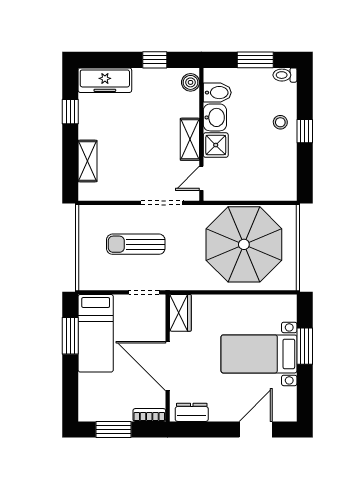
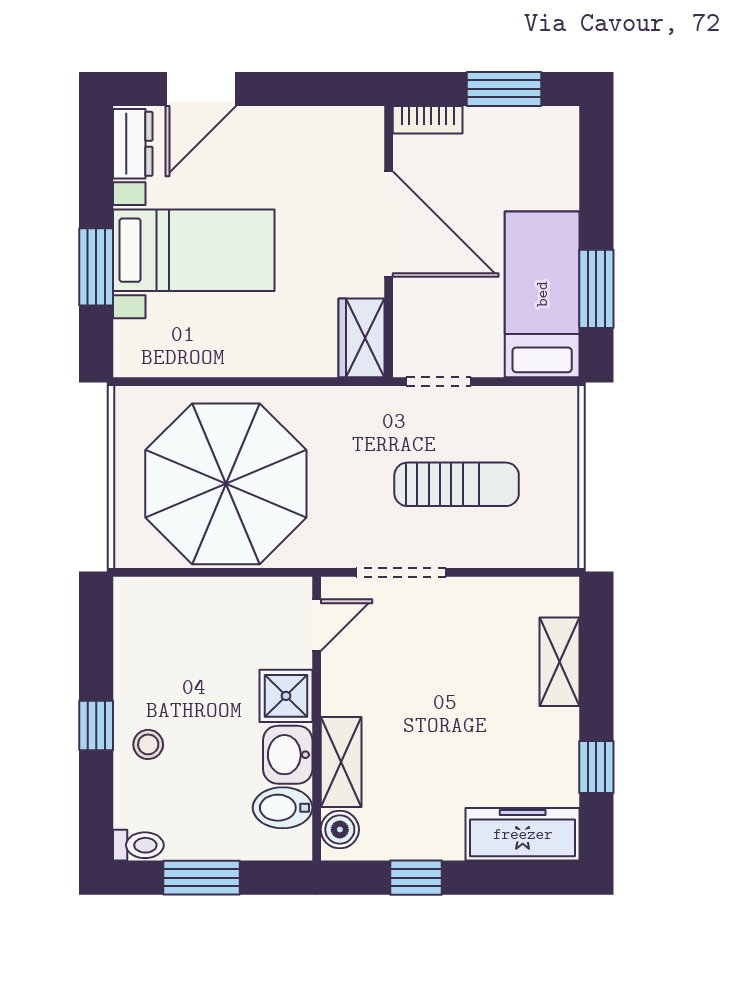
shelving: (190, 139) -> (341, 762), moved
dresser: (192, 412) -> (133, 144), moved, turned -90

